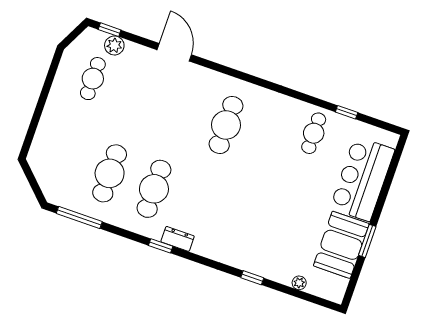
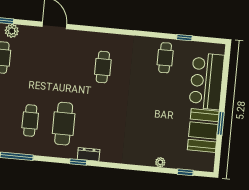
cafe table: (226, 125) -> (103, 67), width x0.73, depth x0.74
cafe table: (110, 173) -> (30, 120), width x0.73, depth x0.74
window: (252, 278) -> (185, 172), moved
plant: (299, 283) -> (160, 162), moved

